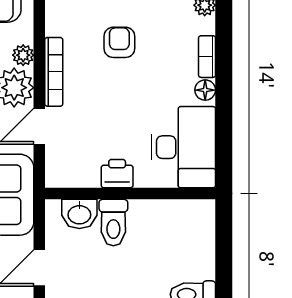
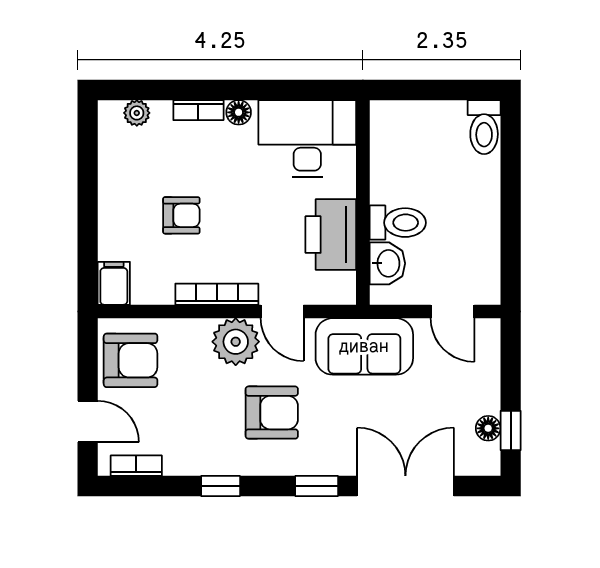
armchair: (119, 42) -> (181, 215), turned 180
plant: (23, 55) -> (197, 331), removed
printer: (117, 174) -> (331, 235), width x1.87, depth x1.48

